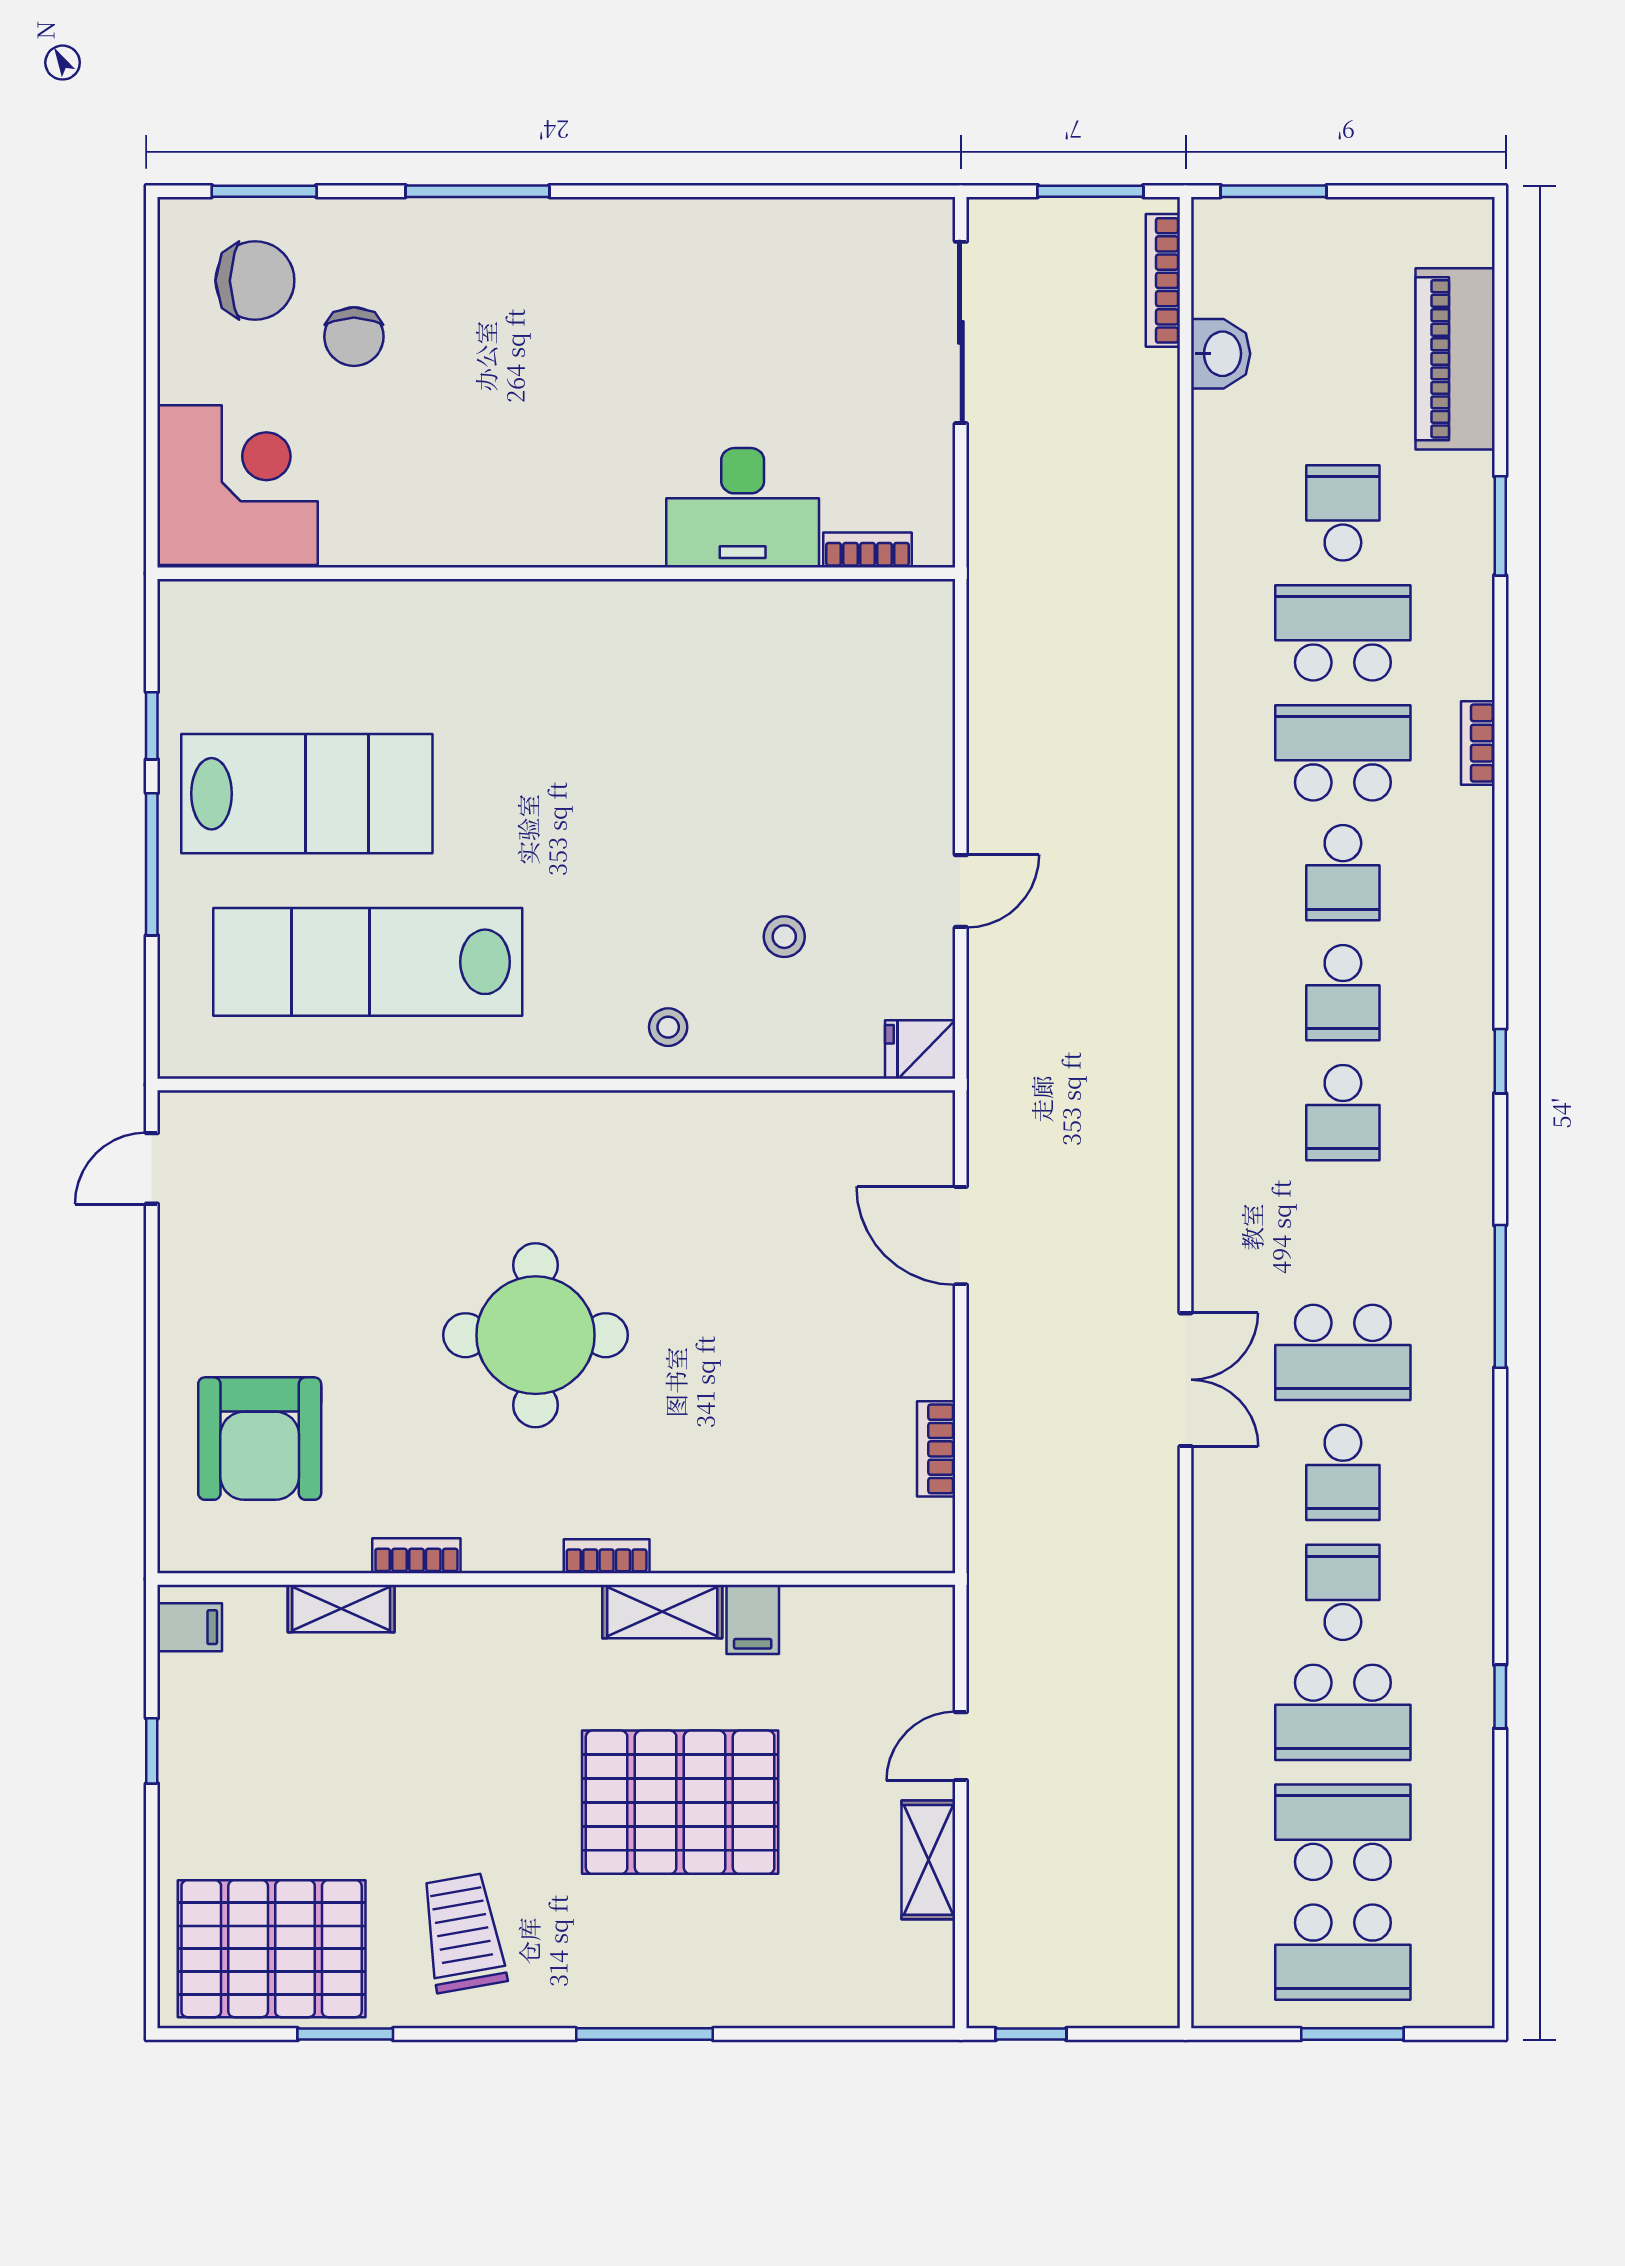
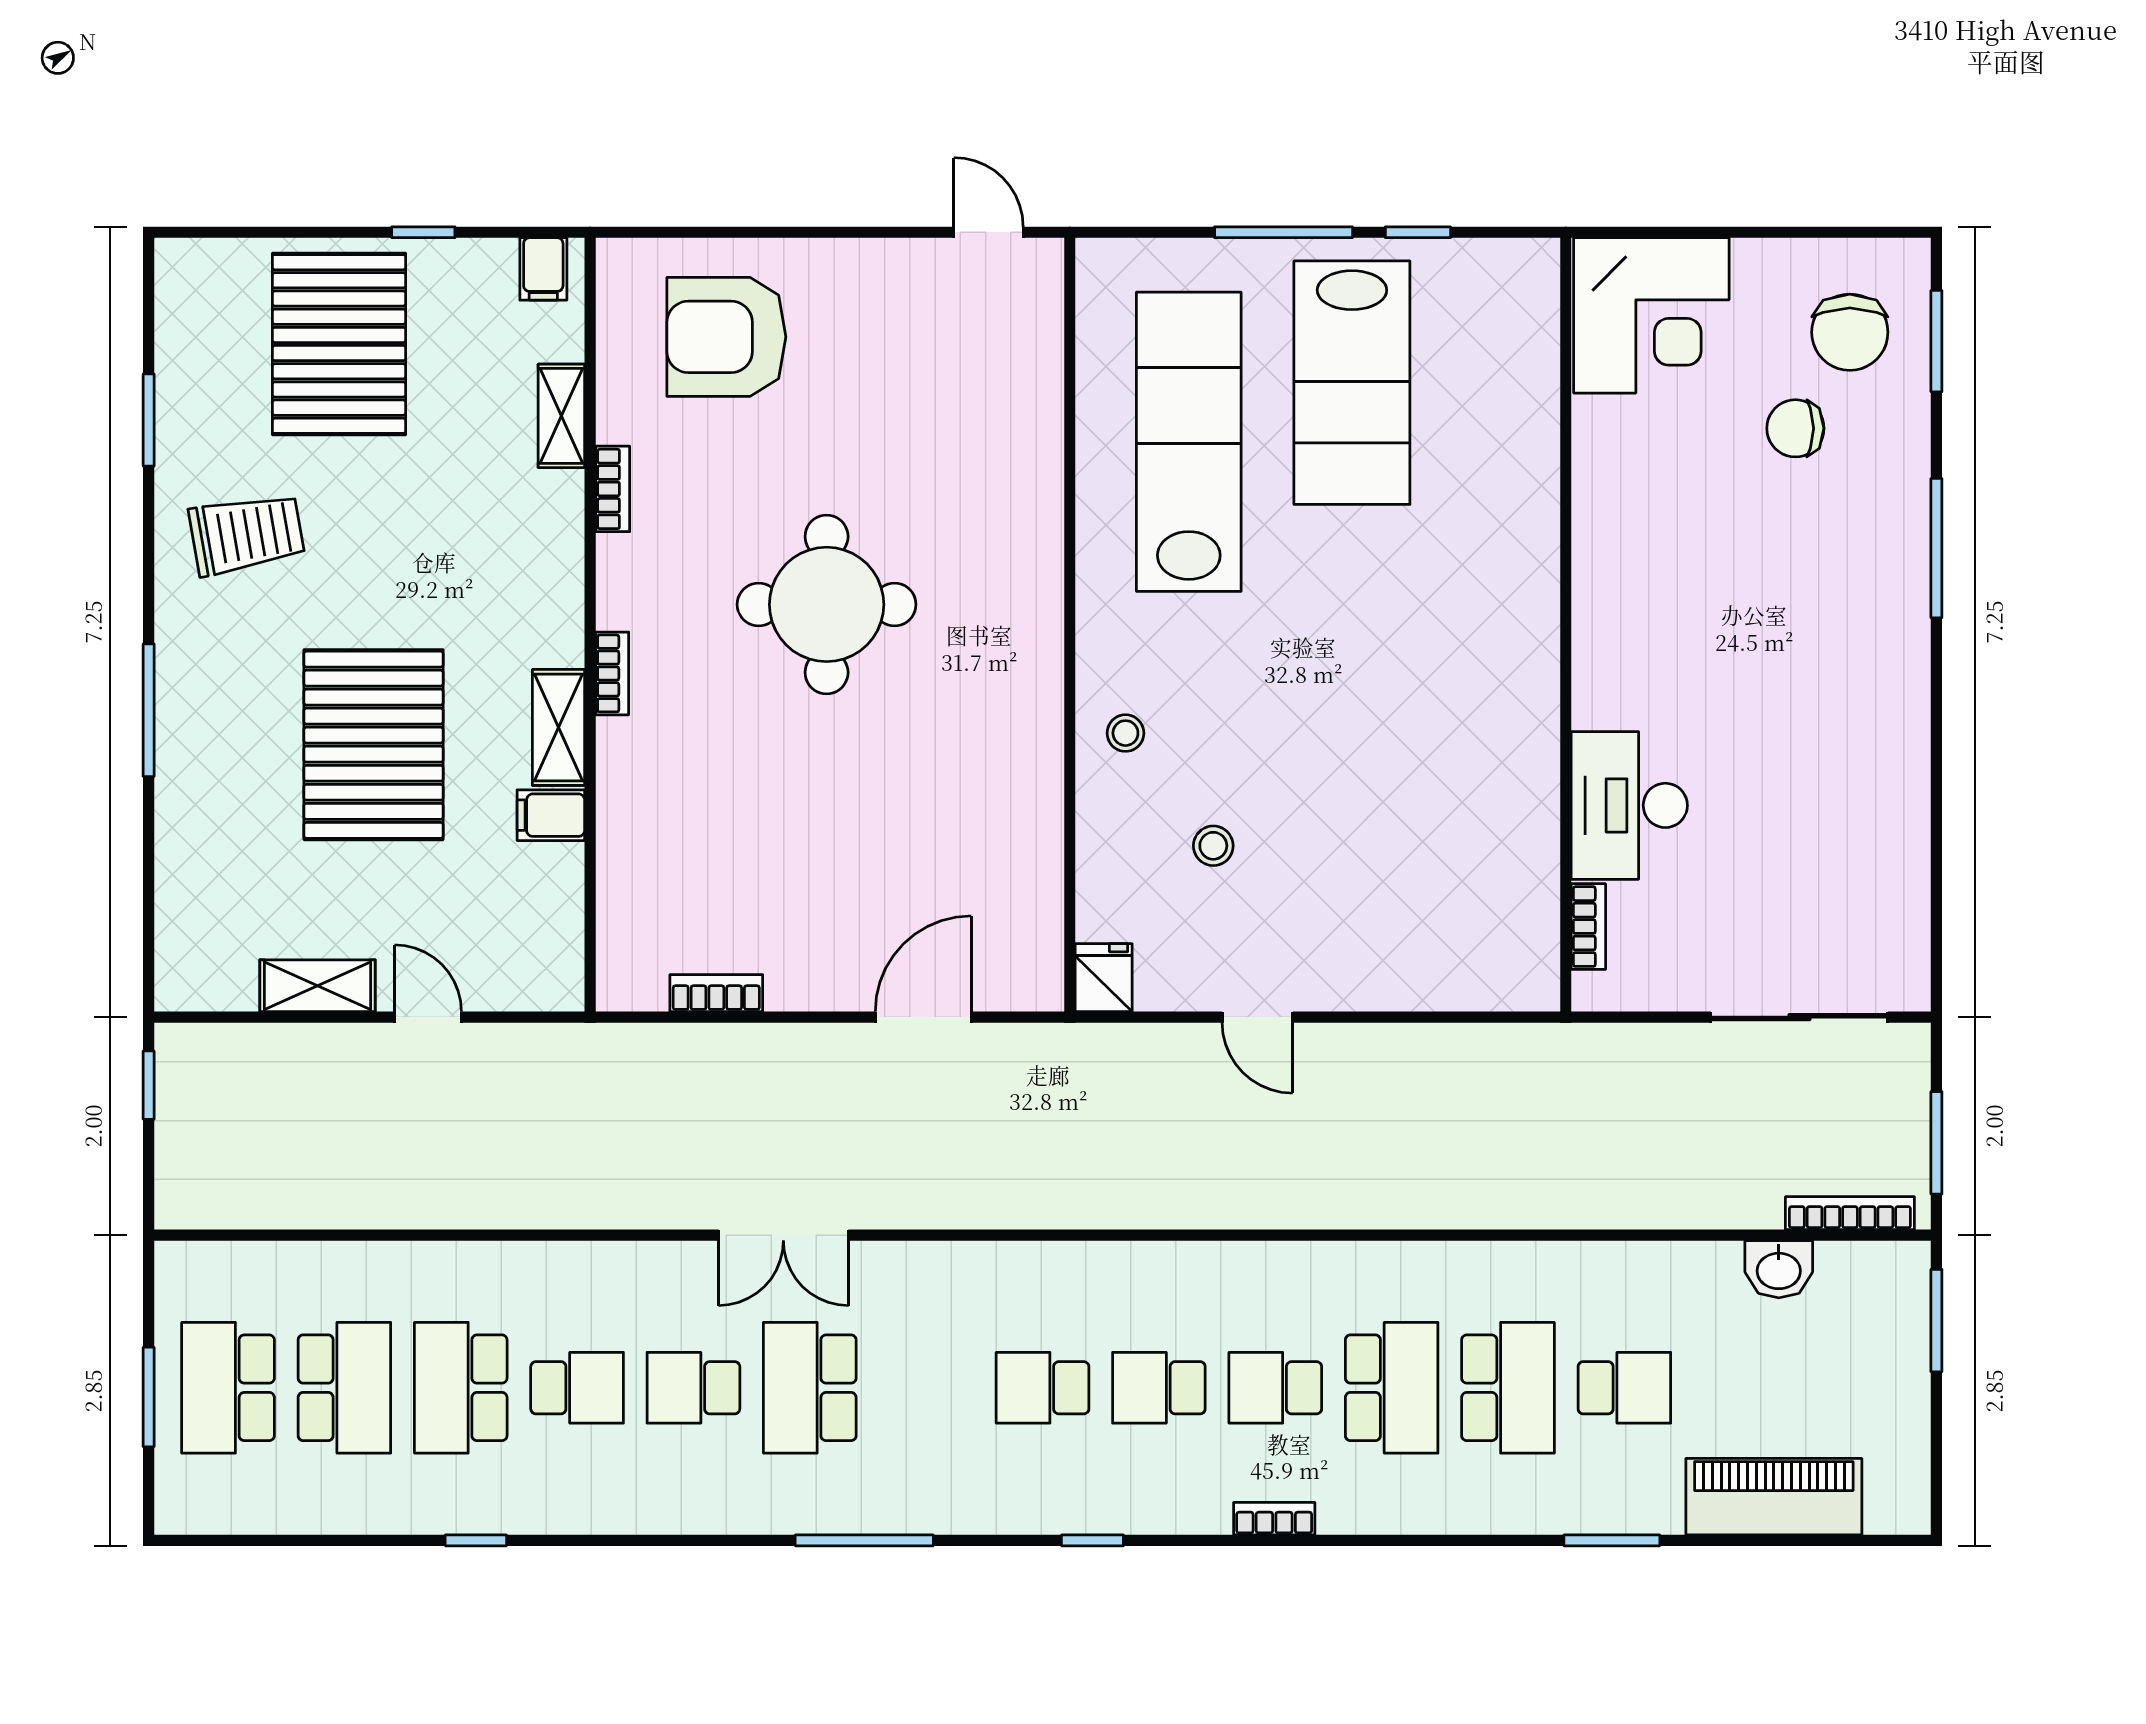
bookcase: (1478, 743) -> (1274, 1519), moved
pallet: (272, 1949) -> (339, 344), moved

